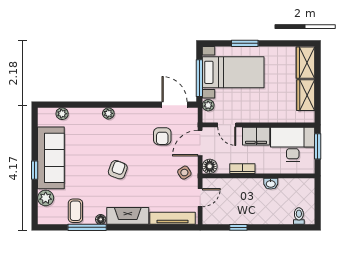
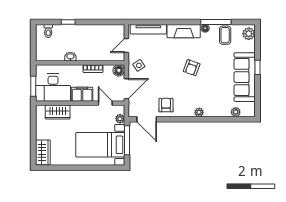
window: (245, 43) -> (91, 168), removed
wardrobe: (306, 95) -> (58, 112), moved, turned 90
armchair: (162, 136) -> (166, 105), moved
plant: (46, 198) -> (249, 34), moved
window: (238, 227) -> (68, 22), moved

